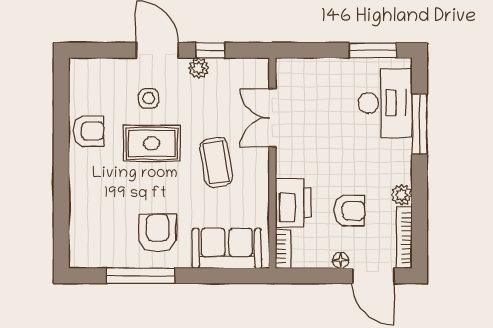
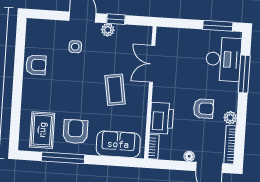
rug: (152, 144) -> (42, 130), moved, turned 90
armchair: (349, 211) -> (204, 109), moved

